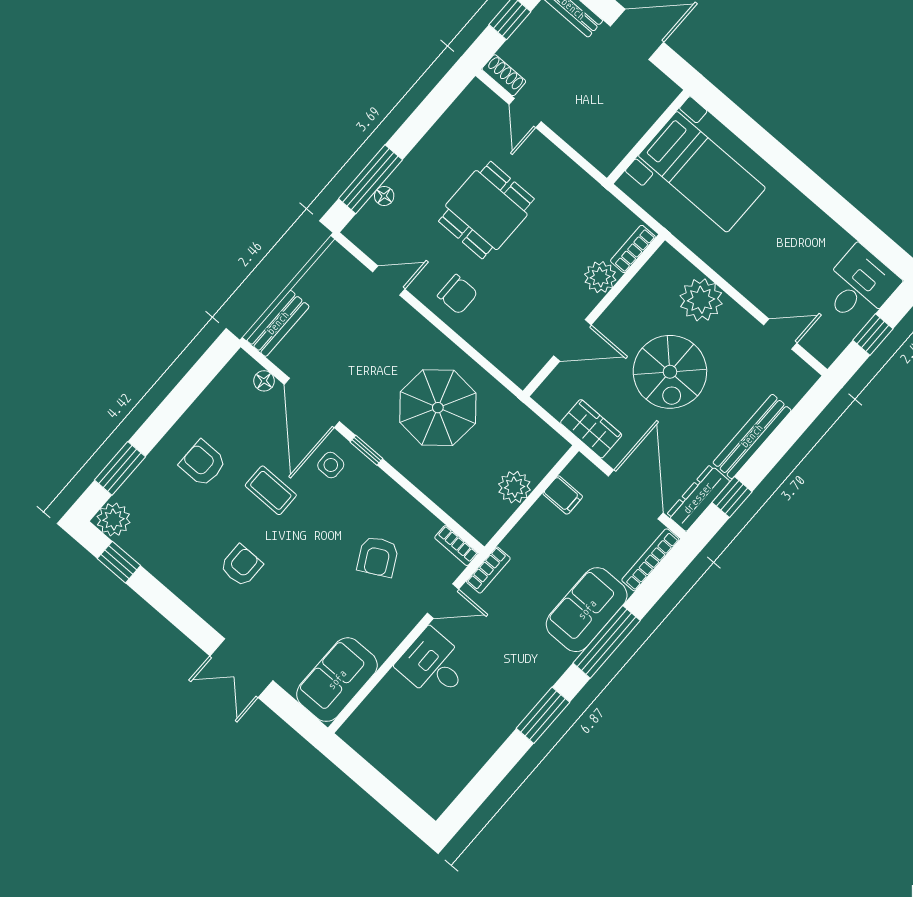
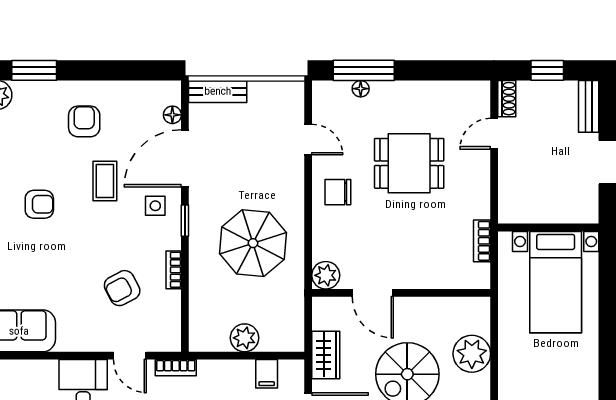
bookcase: (633, 249) -> (482, 241), moved, turned -90
plant: (600, 277) -> (326, 275), moved
chair: (458, 294) -> (338, 192), turned 90
bookcase: (456, 546) -> (174, 270), moved

